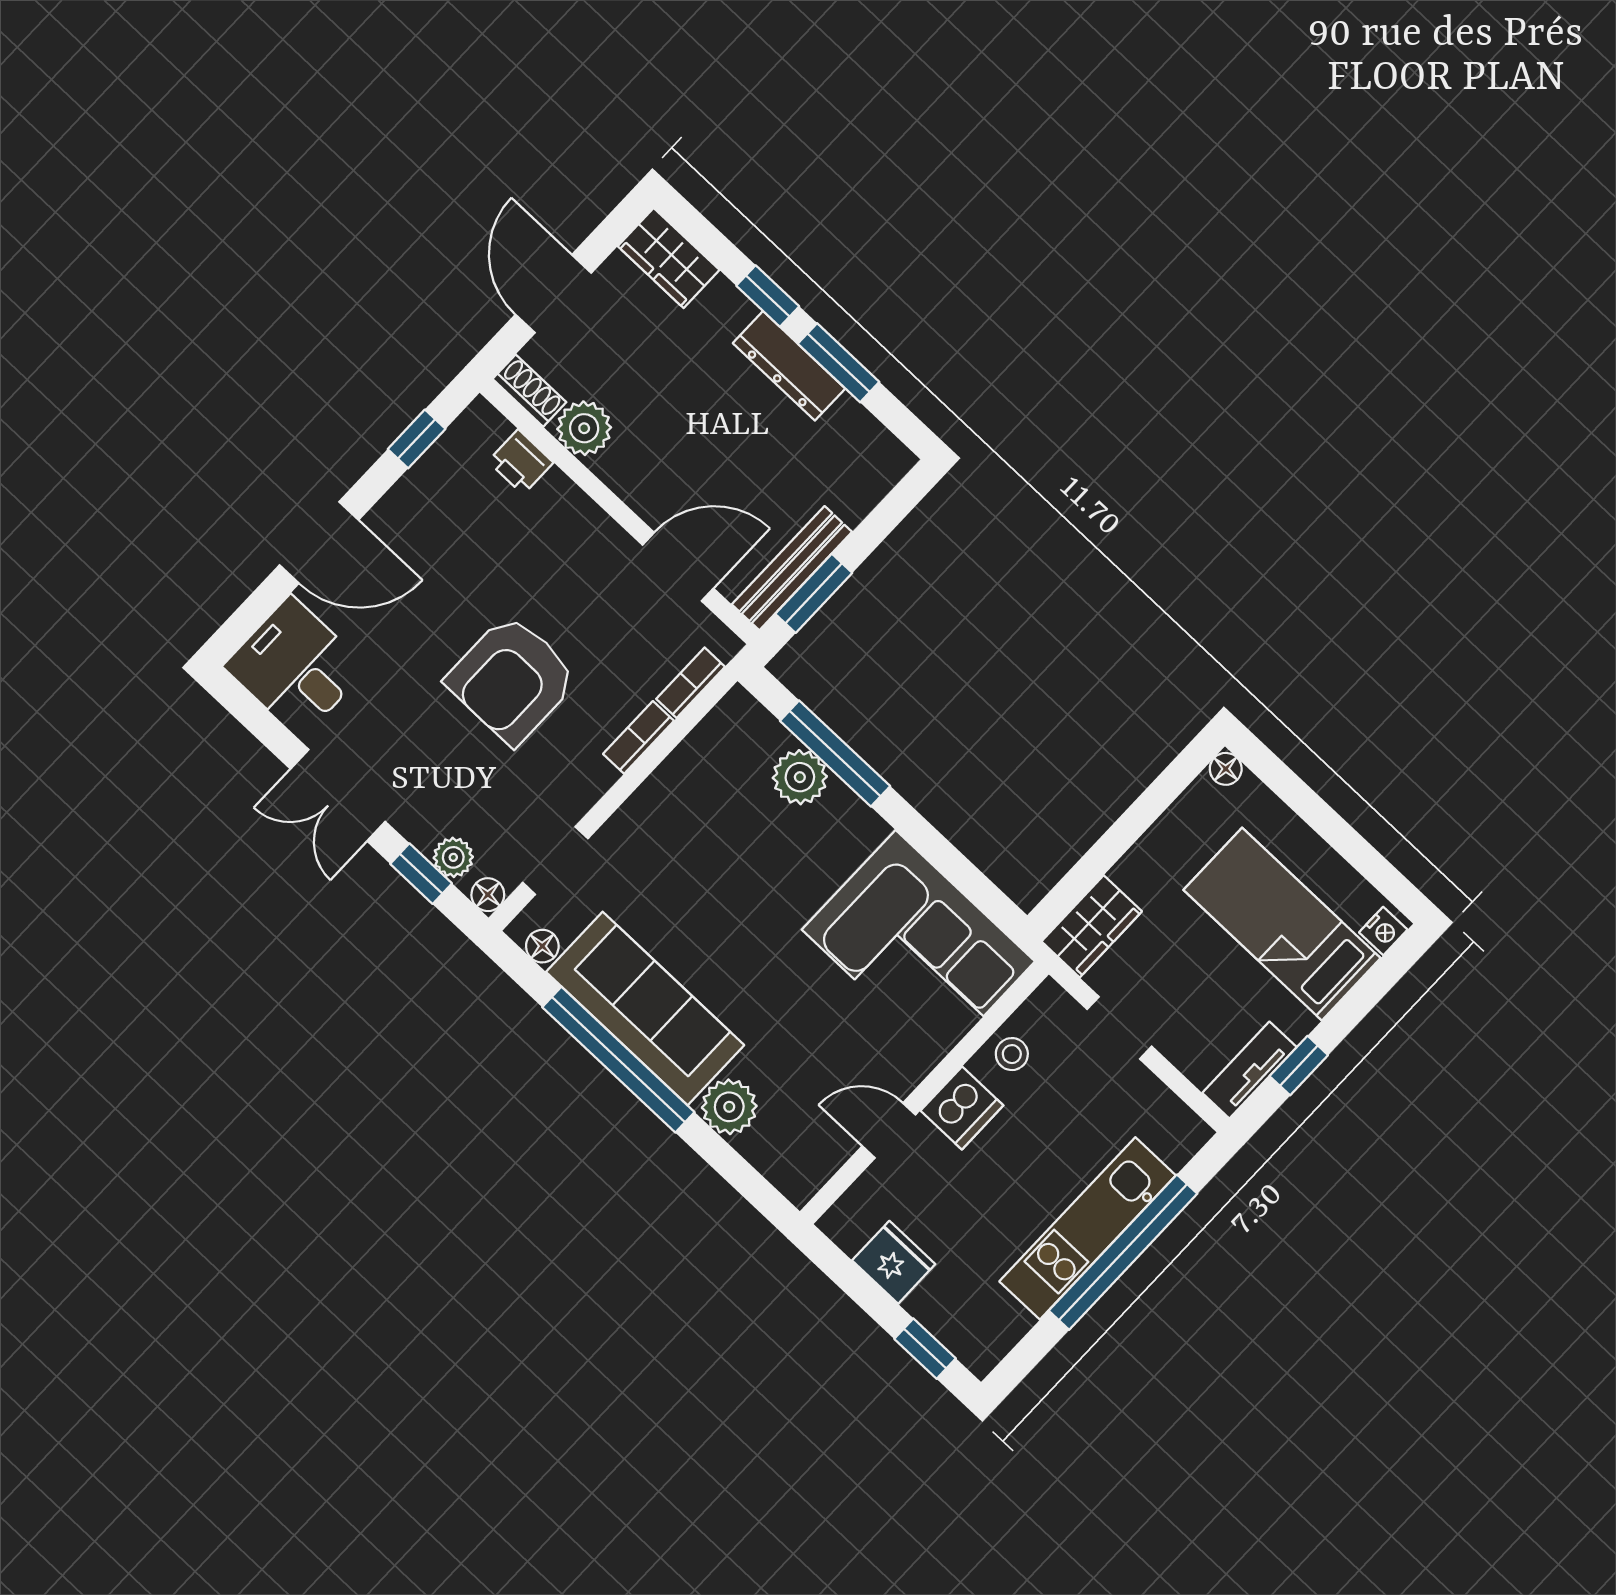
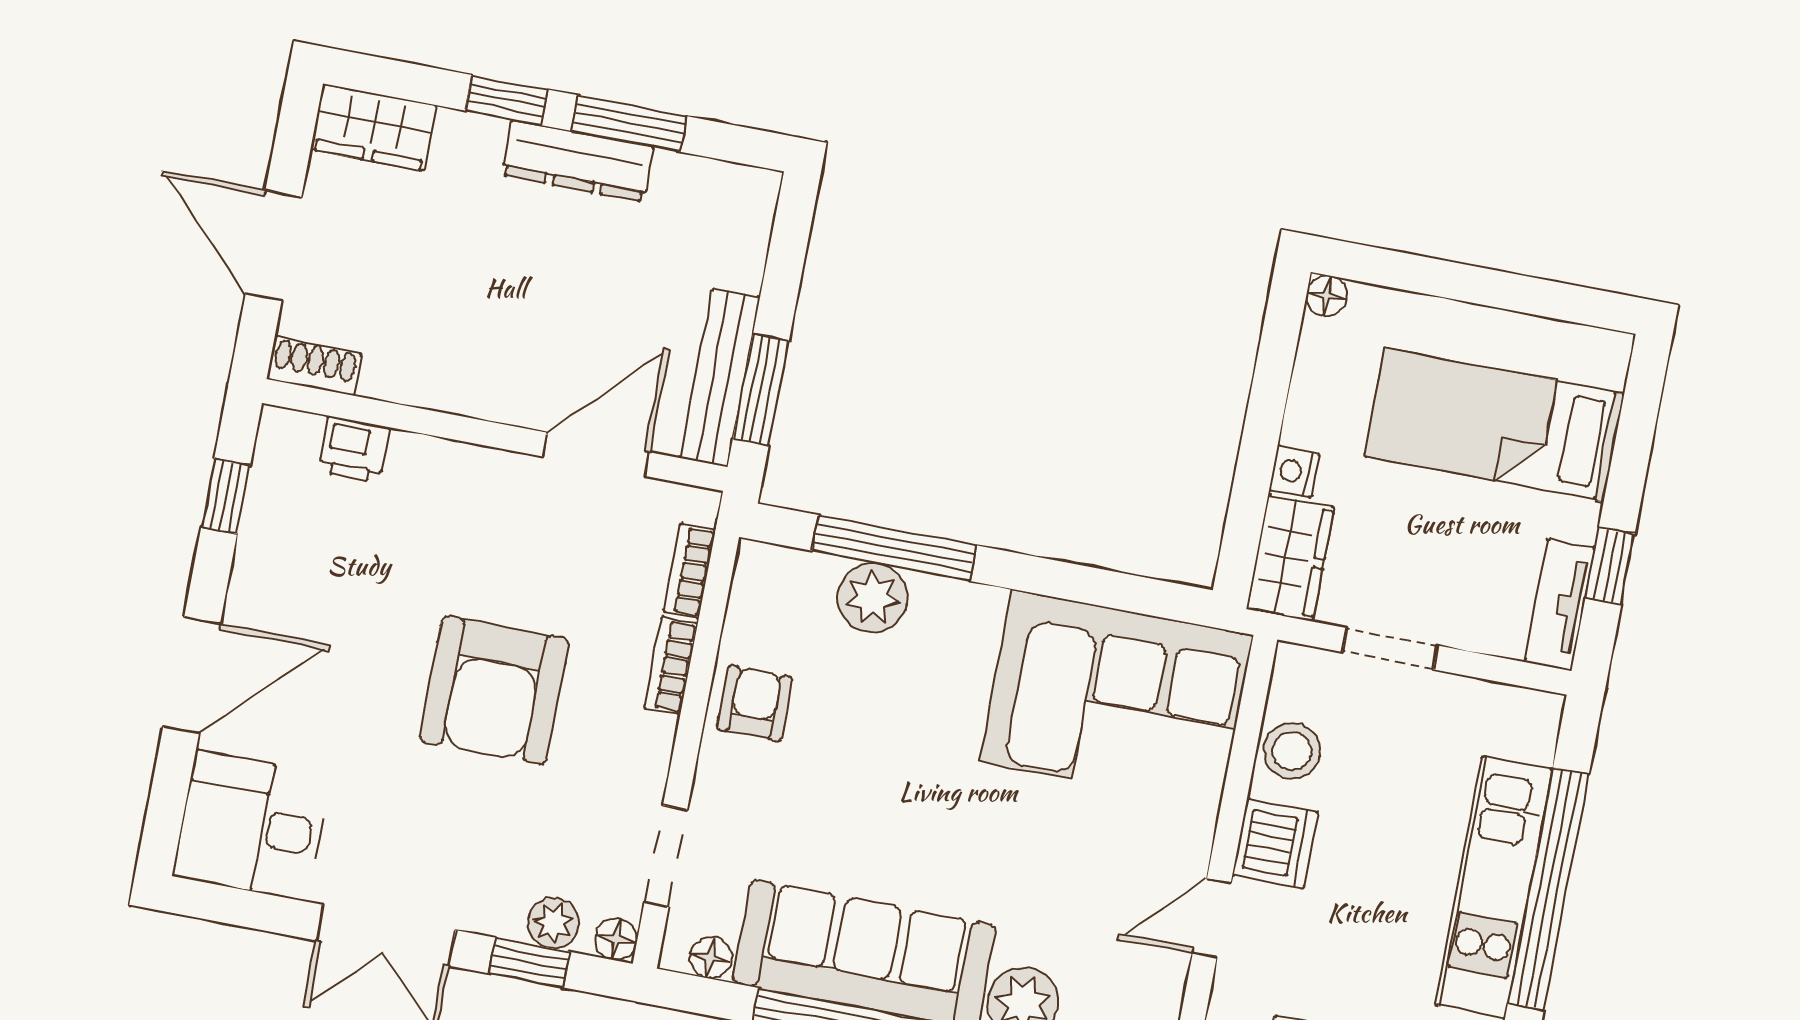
plant: (584, 428) -> (399, 369), removed
armchair: (678, 797) -> (755, 703), added
nightstand: (1383, 931) -> (1294, 471), moved, turned 180
stool: (1012, 1054) -> (1292, 751), width x1.37, depth x1.37

